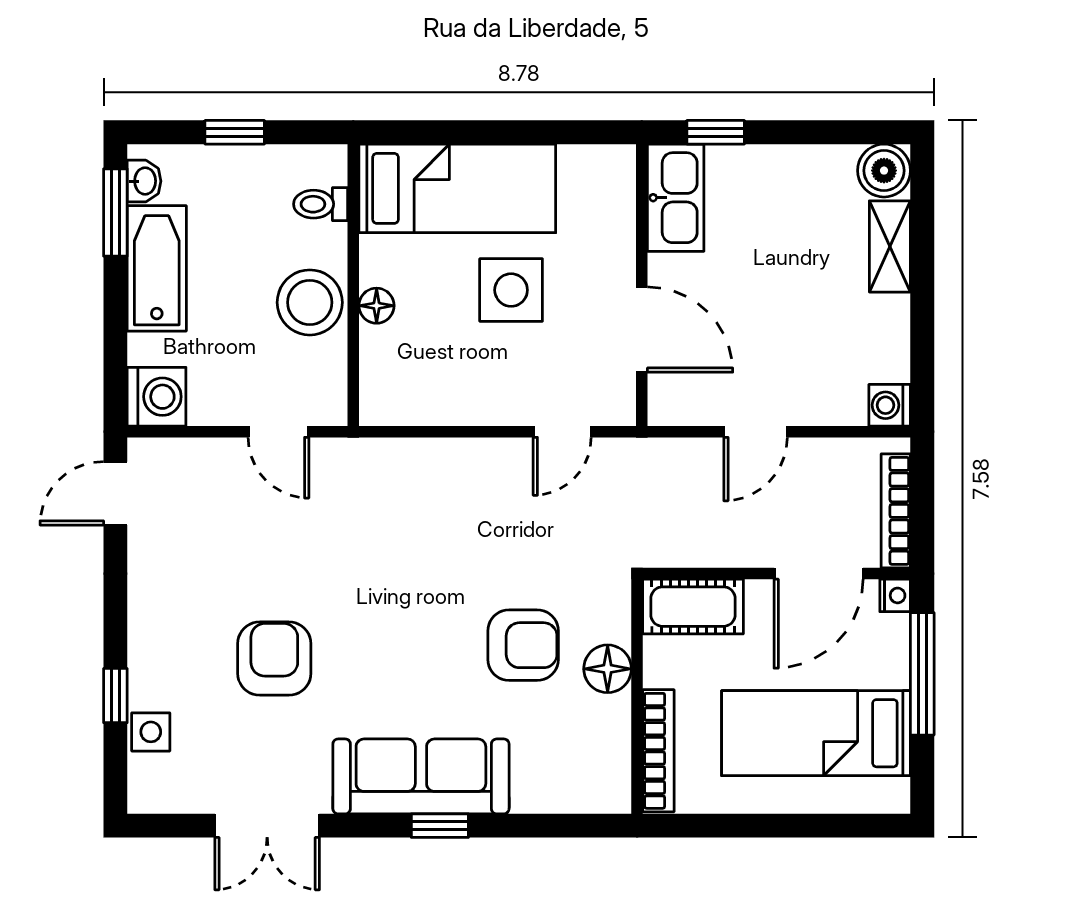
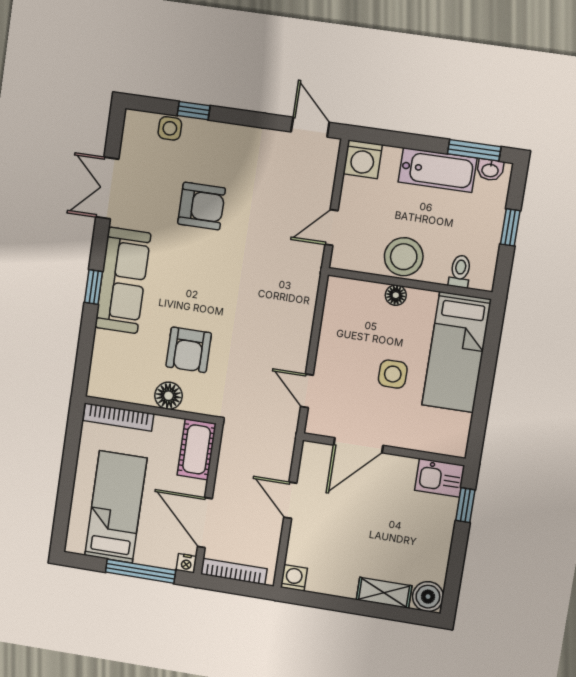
kitchen sink: (676, 198) -> (440, 478), width x0.73
side table: (511, 290) -> (393, 374), width x0.73, depth x0.73

